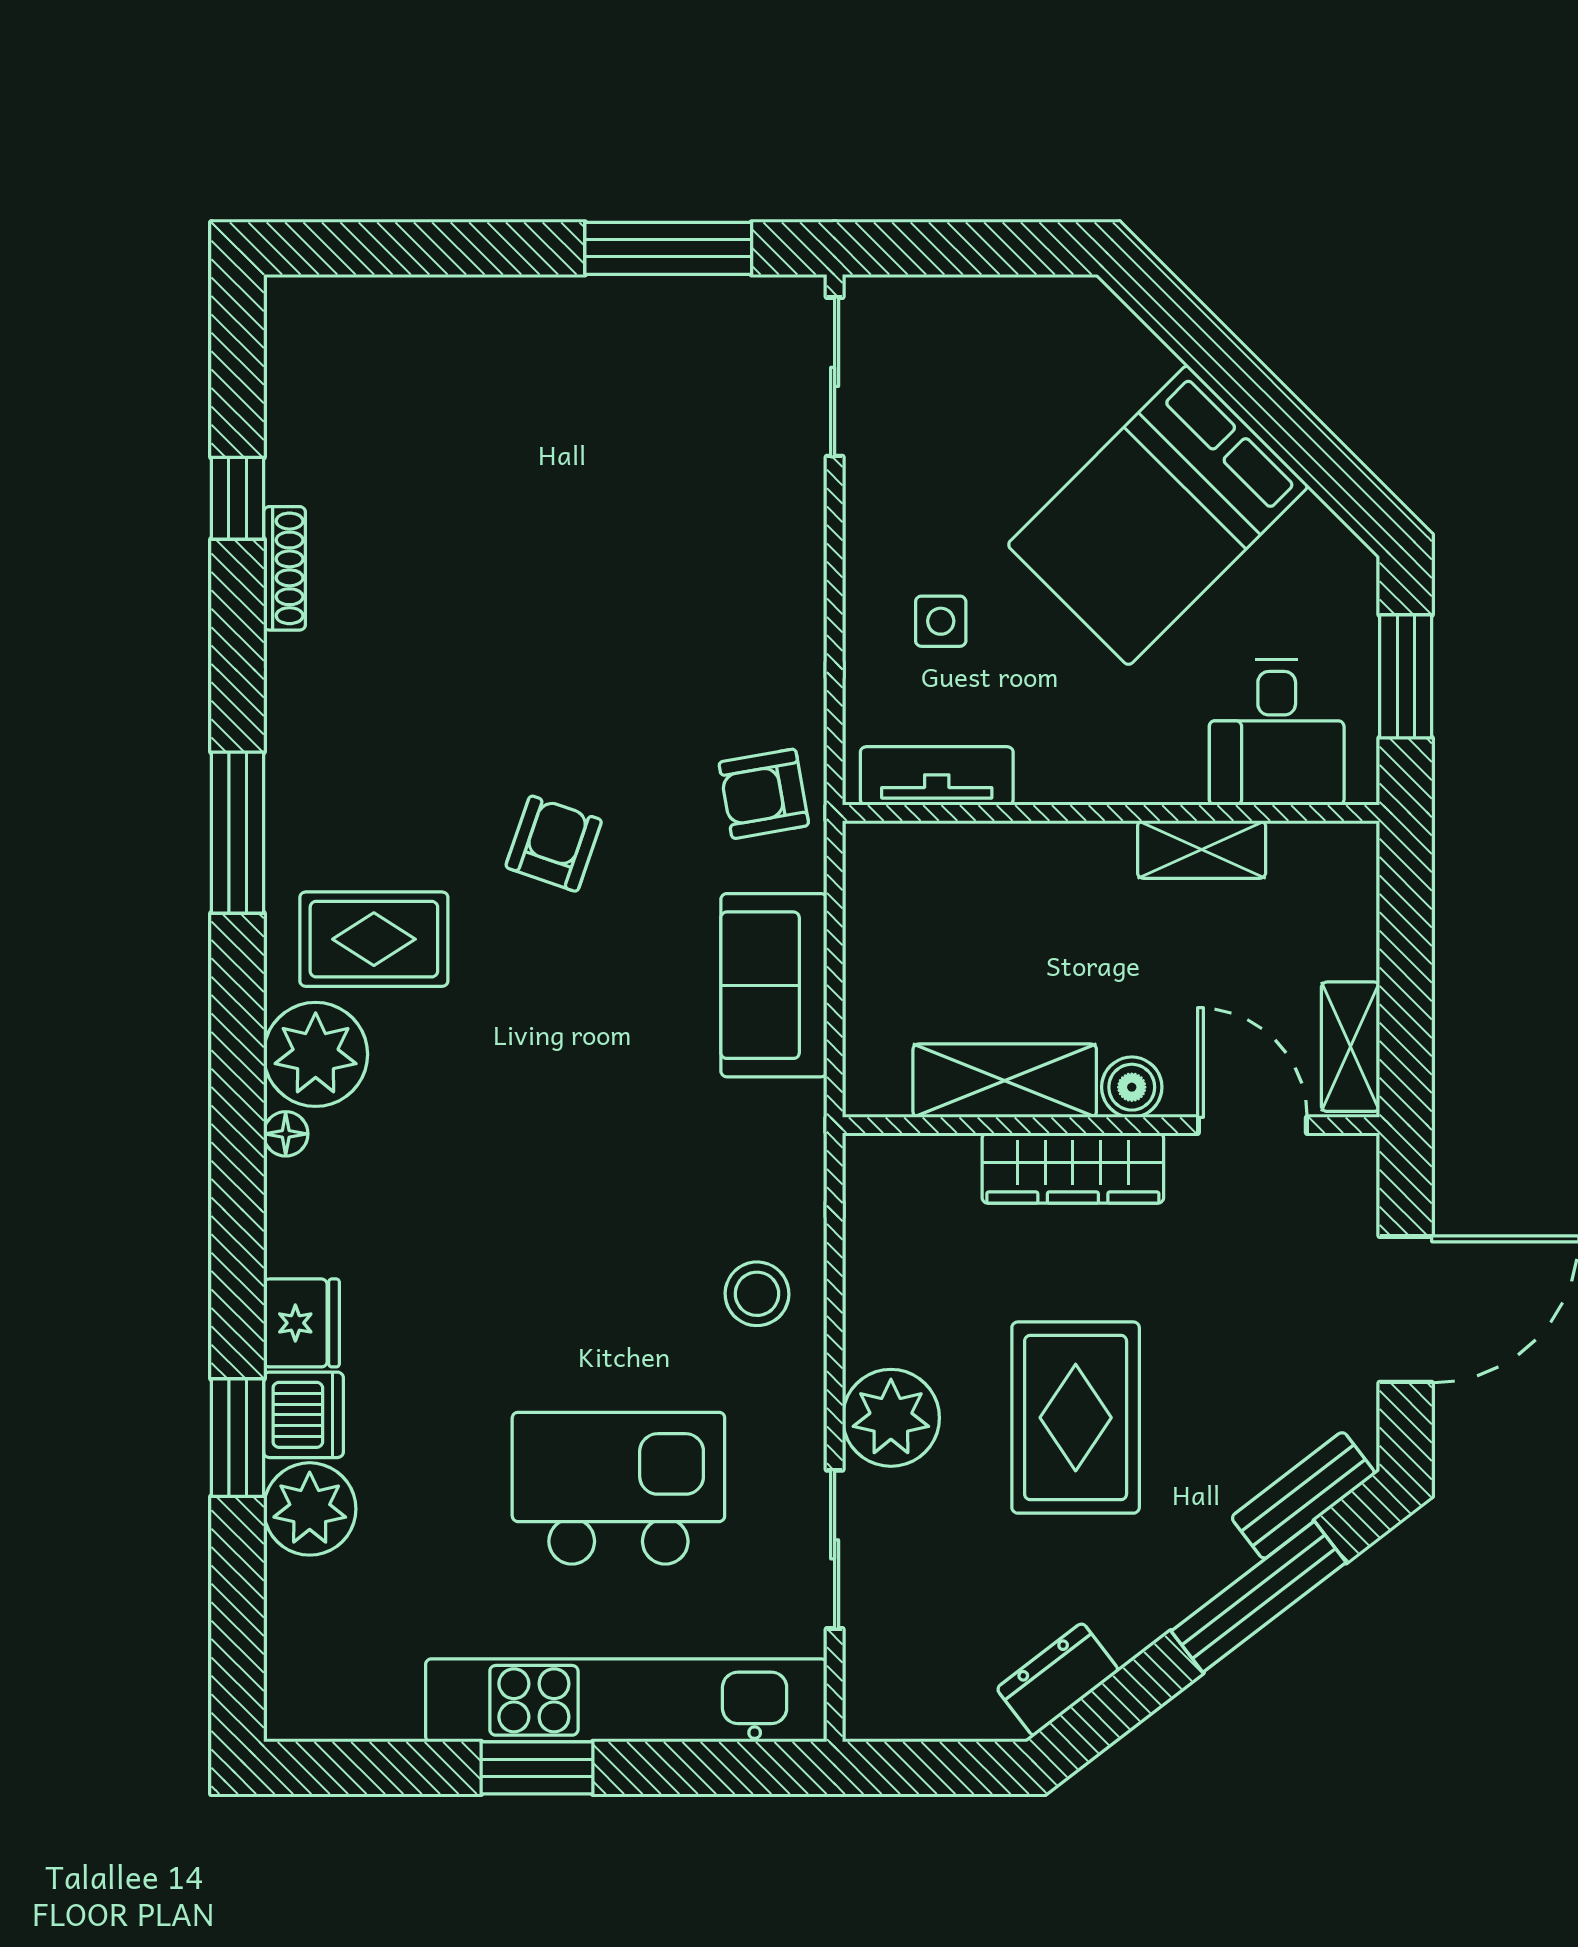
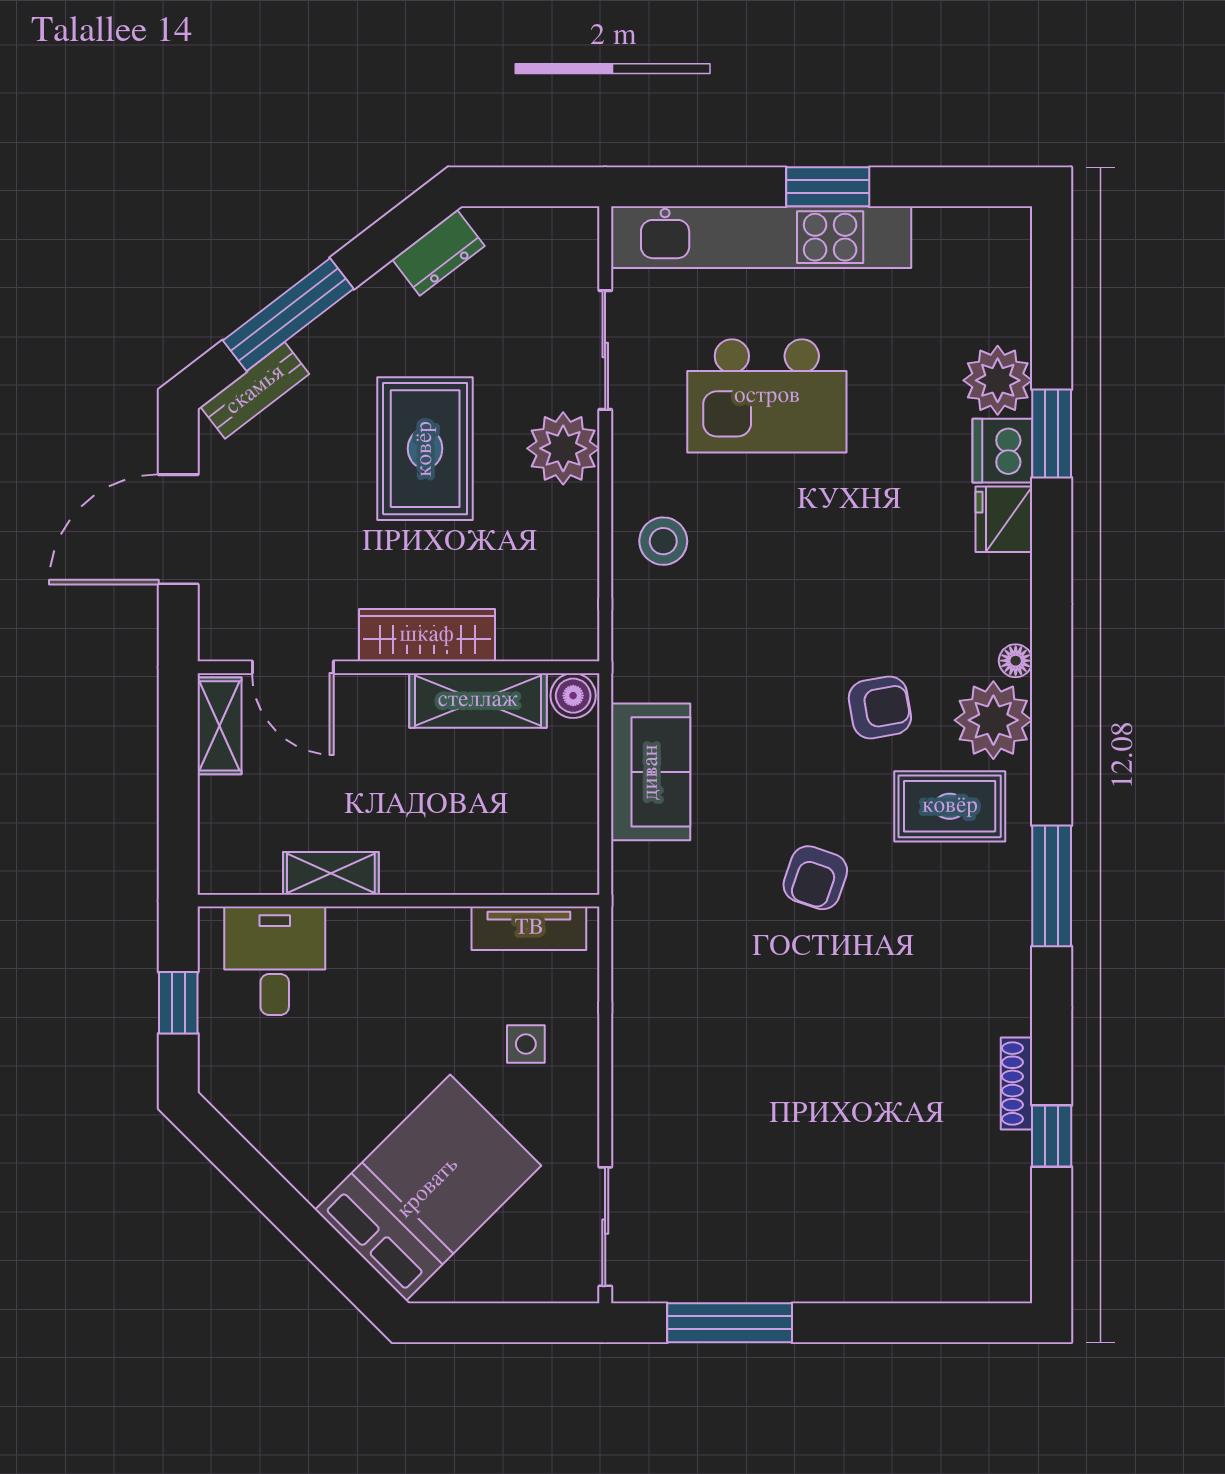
bed: (1158, 515) -> (428, 1188), moved
window: (1406, 676) -> (178, 1003), width x0.67
armchair: (764, 794) -> (880, 707), moved
boiler: (1132, 1087) -> (573, 696), moved

